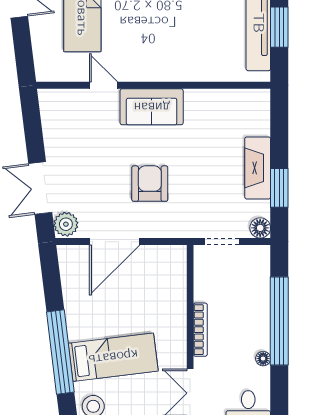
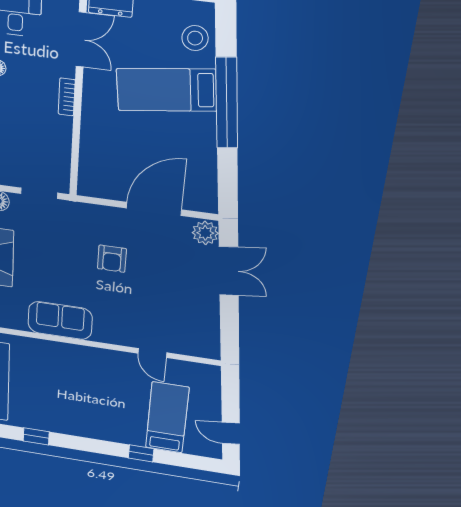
sofa: (152, 107) -> (60, 321), moved
armchair: (150, 184) -> (112, 259), width x0.72, depth x0.72
bookcase: (200, 330) -> (67, 97), width x0.64

